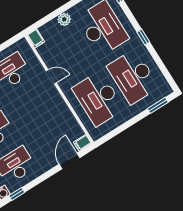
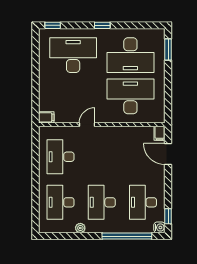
plant: (64, 19) -> (45, 83), removed
desk: (98, 99) -> (130, 96), turned 180

